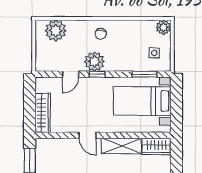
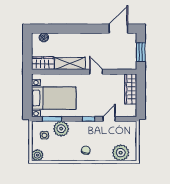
plant: (94, 62) -> (61, 129), moved

